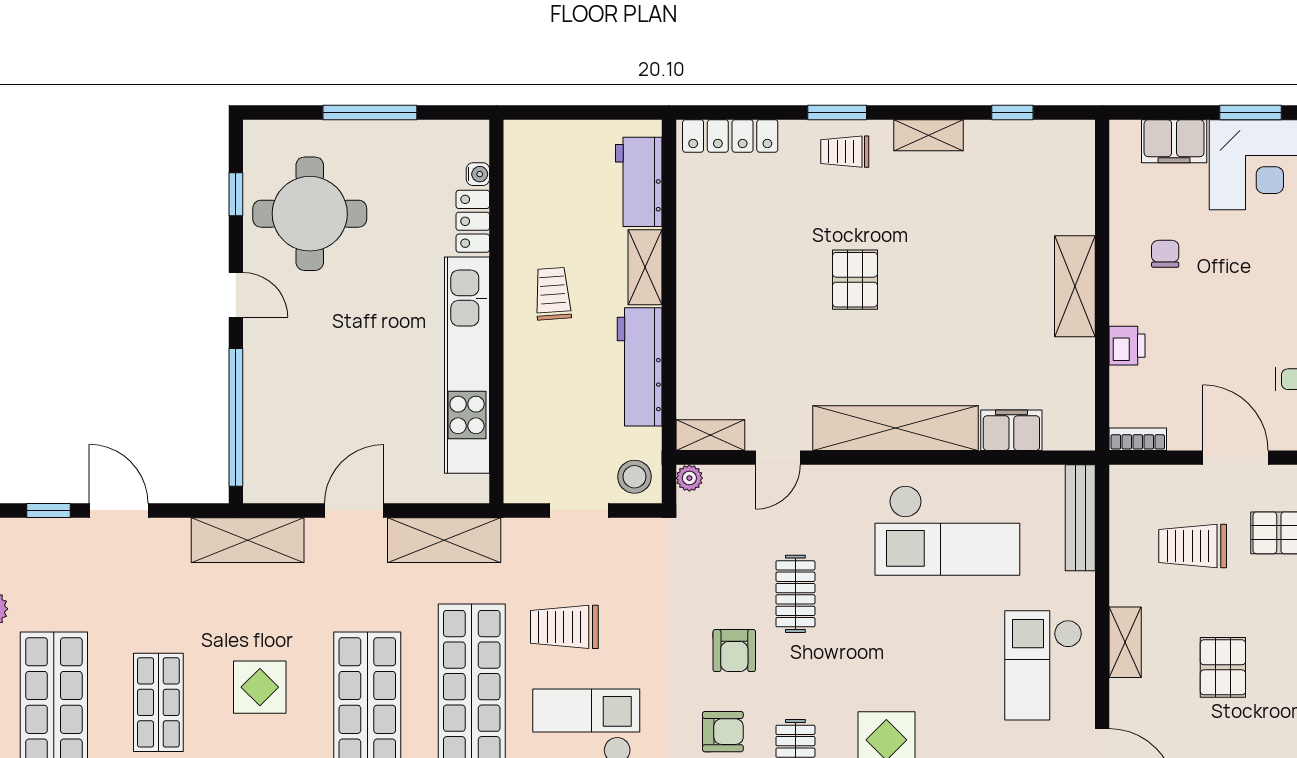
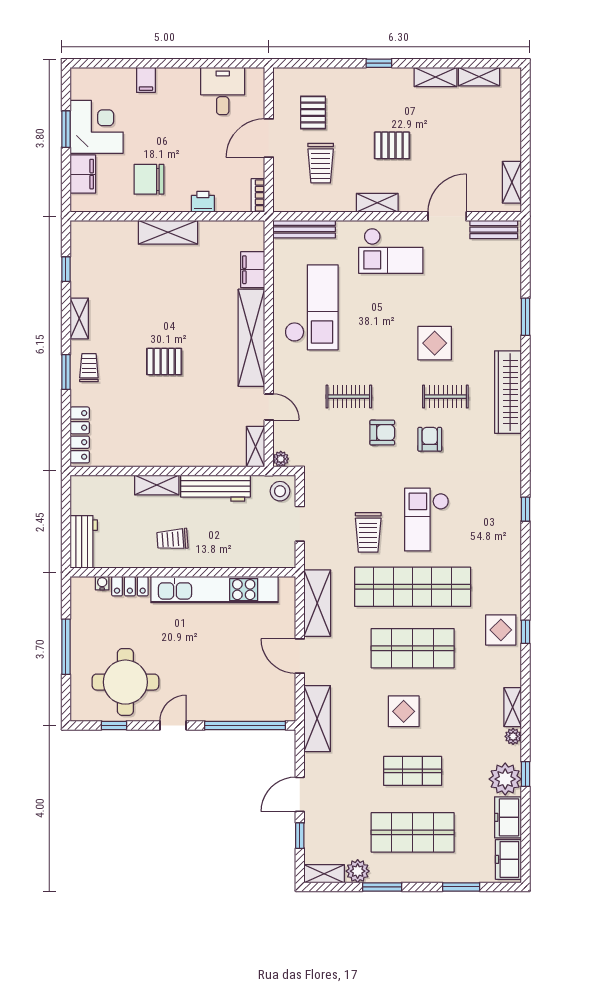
trolley: (845, 152) -> (89, 368), turned 180
workbench: (639, 182) -> (84, 542), moved, turned -90
chair: (1165, 254) -> (149, 179), width x1.87, depth x1.87

